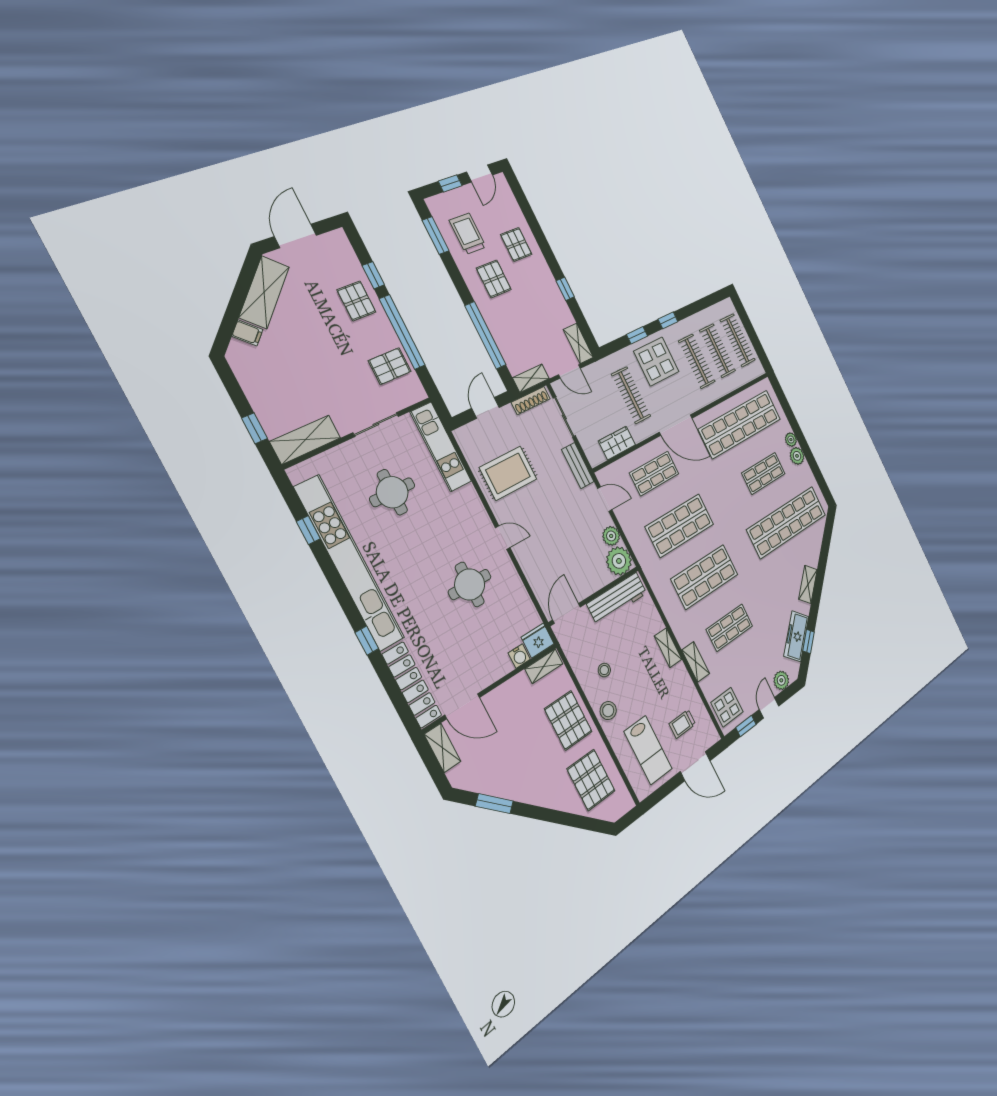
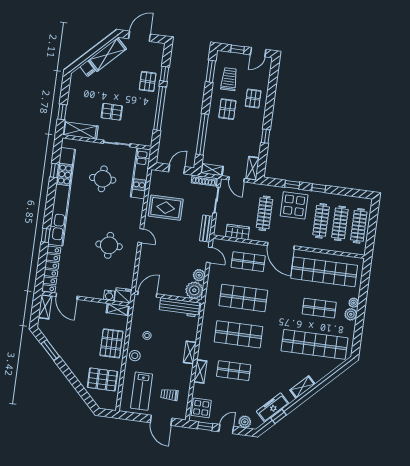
pallet: (390, 366) -> (112, 112), moved
pallet: (591, 780) -> (102, 379), turned 90

